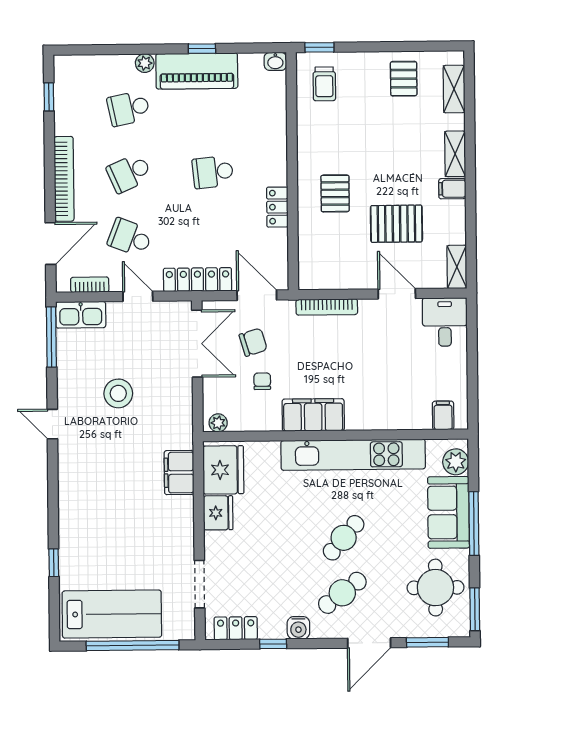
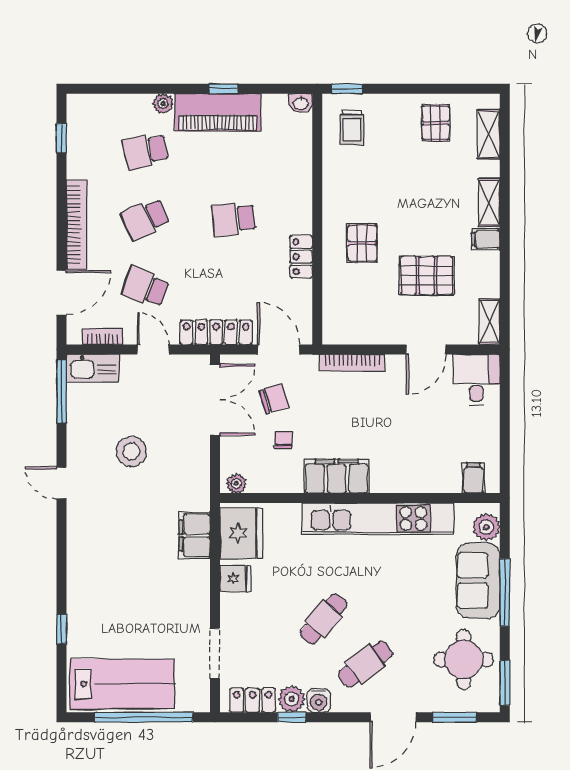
door: (397, 294) -> (426, 349), swing flipped
fridge: (218, 513) -> (235, 578), width x0.72
cafe table: (344, 538) -> (323, 619), moved
plant: (273, 627) -> (292, 699), added

